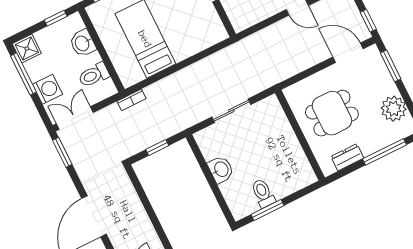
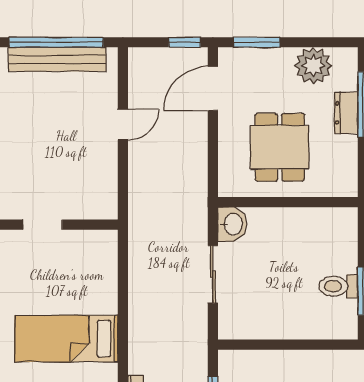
dresser: (347, 157) -> (346, 113), moved
washbasin: (221, 169) -> (232, 224), moved, turned 90

